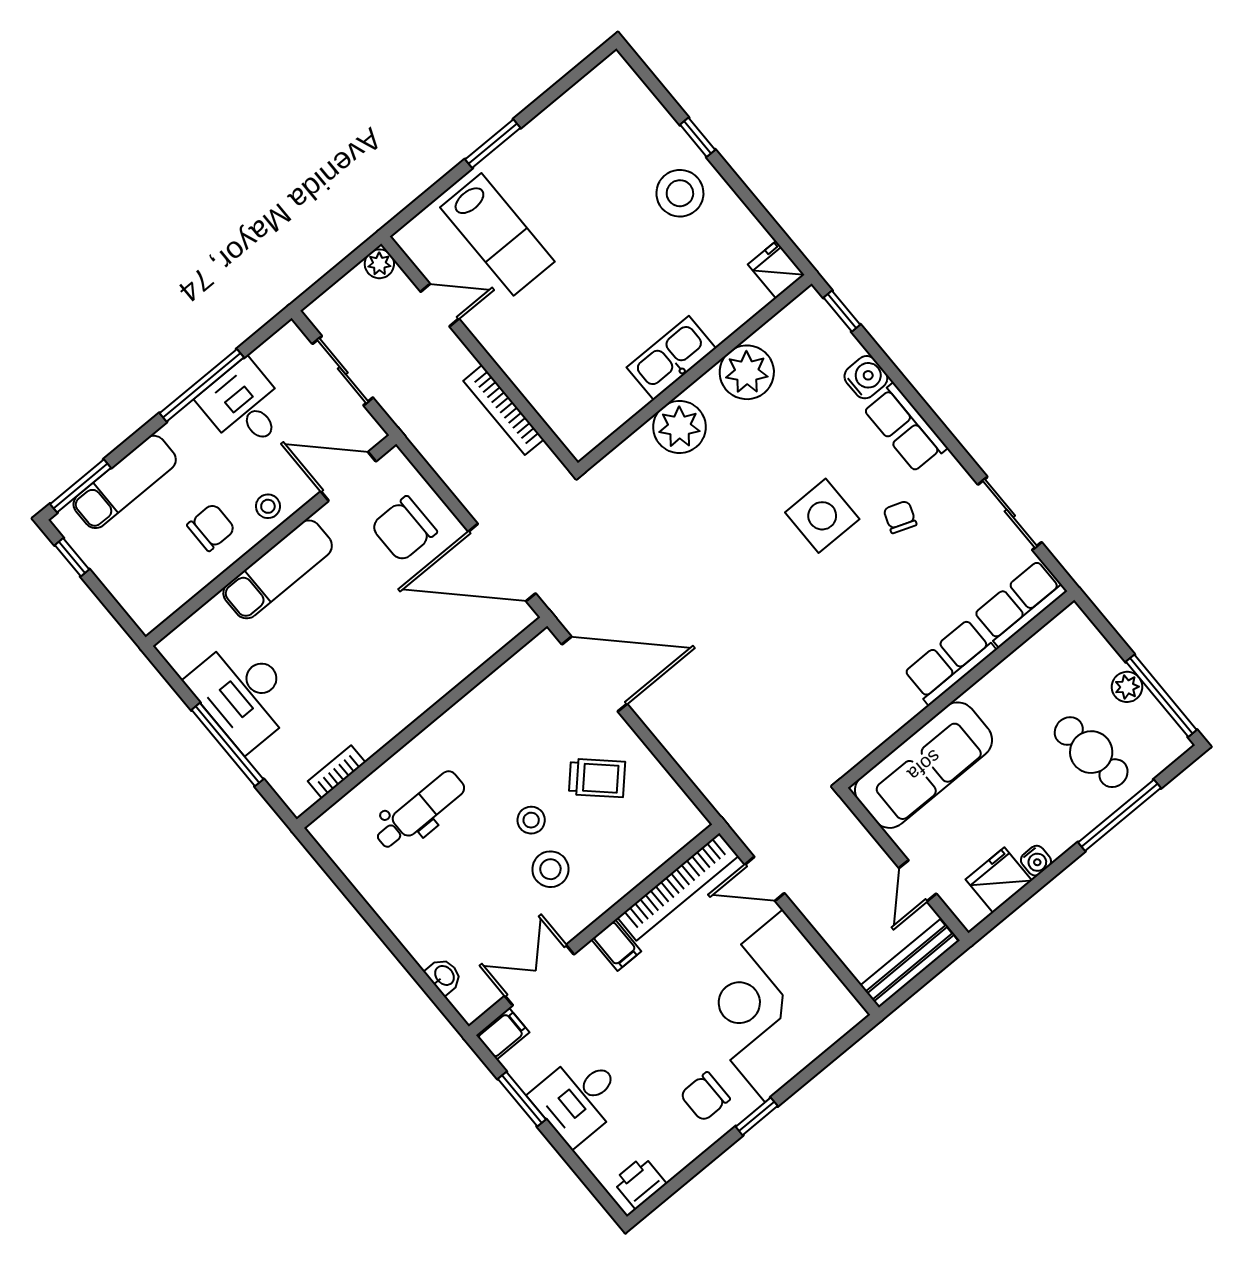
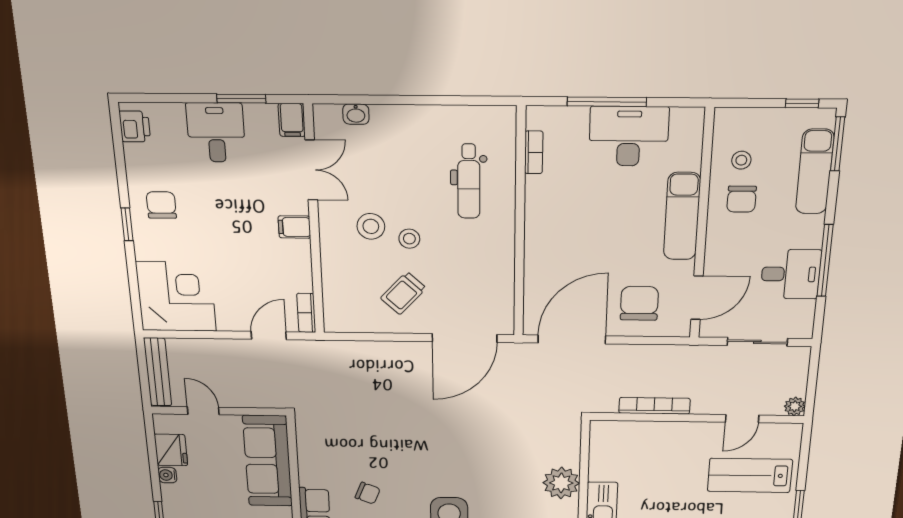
stool: (268, 506) -> (741, 160), moved
chair: (872, 625) -> (368, 493), added
bookcase: (678, 887) -> (306, 313), width x0.43, depth x0.76
corner desk: (774, 1006) -> (176, 296), width x0.74, depth x0.74

